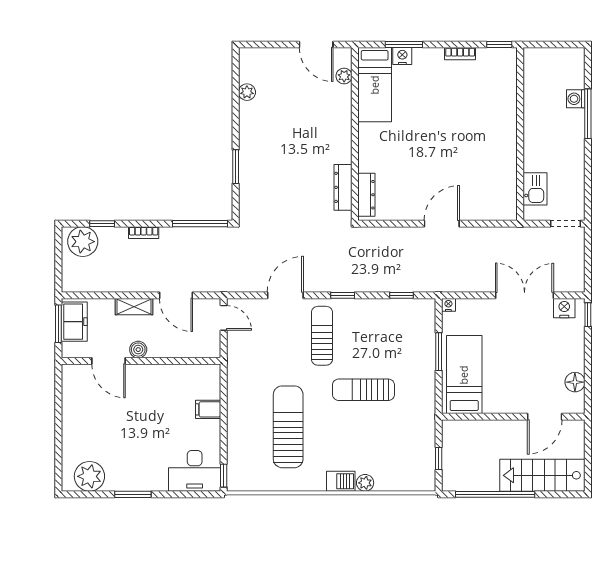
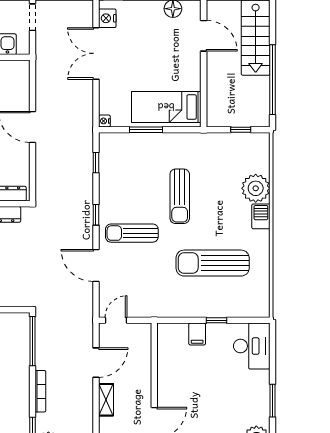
bookcase: (144, 233) -> (40, 391), width x1.56
boiler: (138, 350) -> (144, 396), removed
window: (224, 476) -> (217, 320), moved
plant: (365, 483) -> (256, 188), width x1.88, depth x1.88

